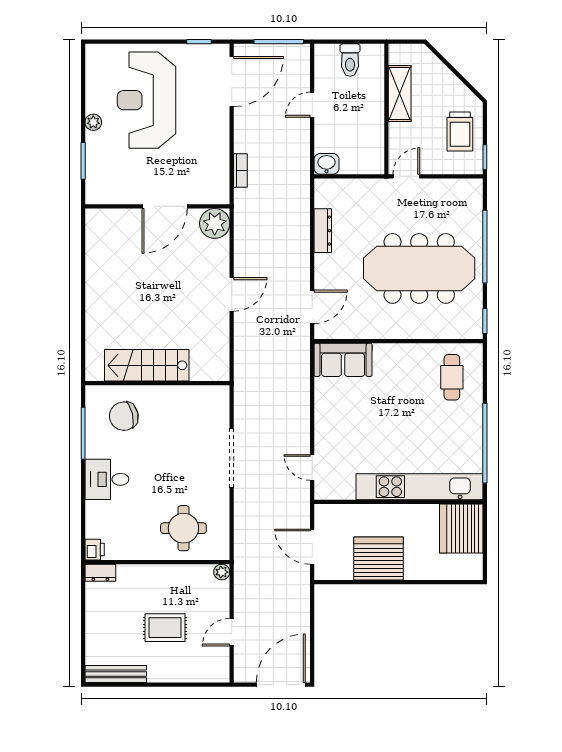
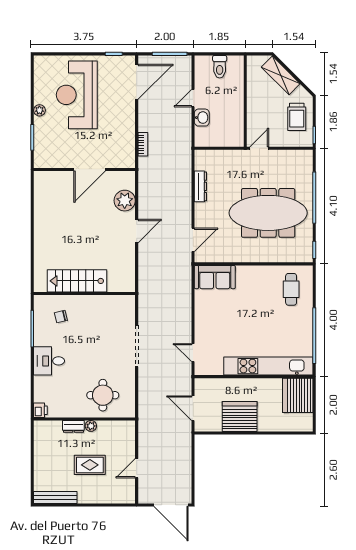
shelving: (400, 94) -> (281, 75), moved, turned -45
washbasin: (327, 164) -> (202, 118), moved, turned 90
plant: (215, 223) -> (125, 201), moved
chair: (124, 416) -> (61, 317), width x0.54, depth x0.54
plant: (222, 572) -> (91, 426), moved
dresser: (100, 573) -> (73, 426), moved
door: (281, 685) -> (171, 505), swing flipped

